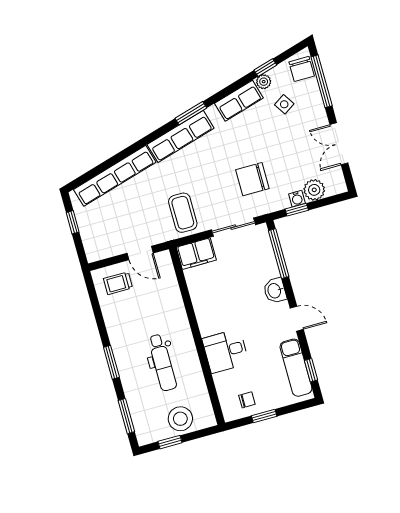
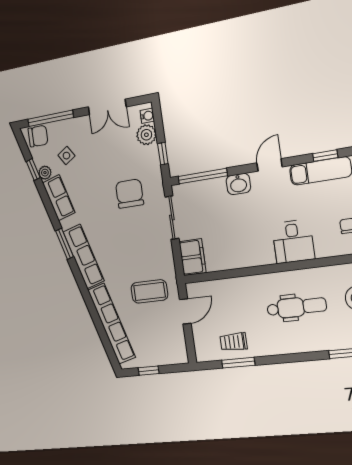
chair: (252, 179) -> (130, 194), turned 180
water cooler: (297, 199) -> (147, 116), moved
coffee table: (183, 213) -> (149, 291), moved
trolley: (118, 283) -> (233, 342), moved, turned 90
window: (111, 362) -> (238, 363), moved

